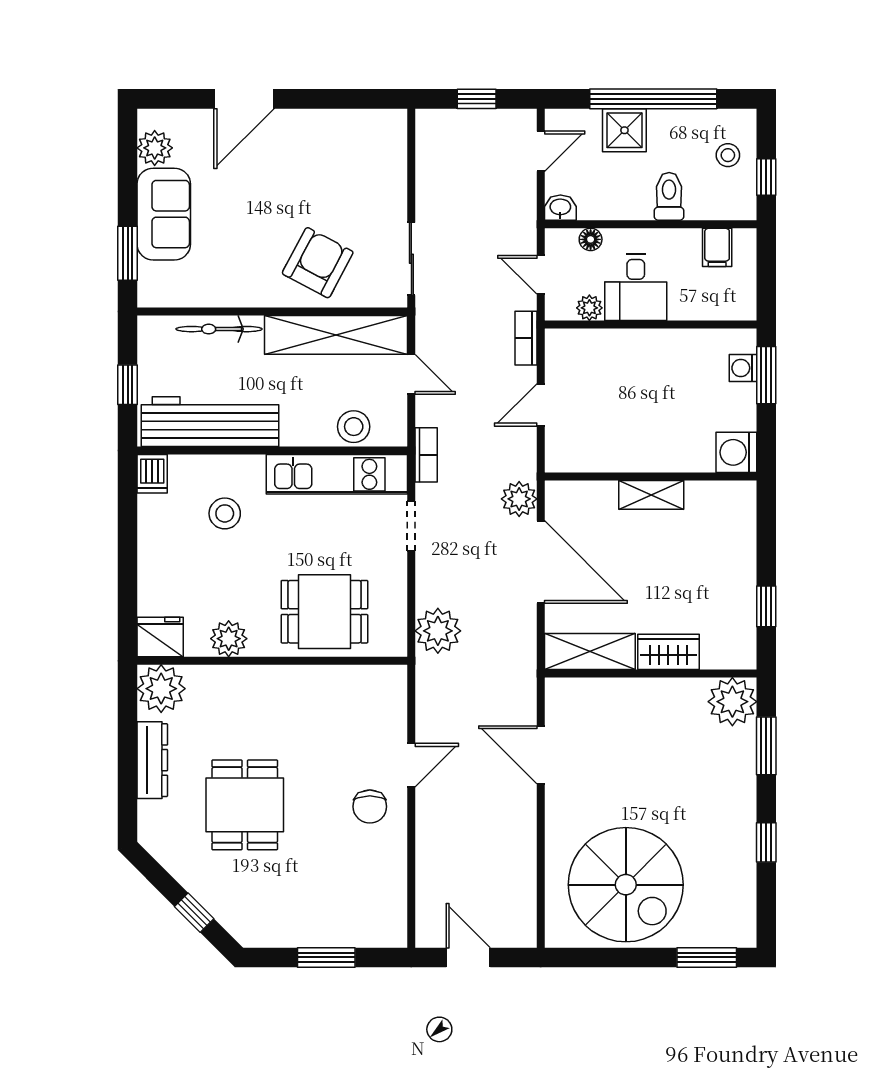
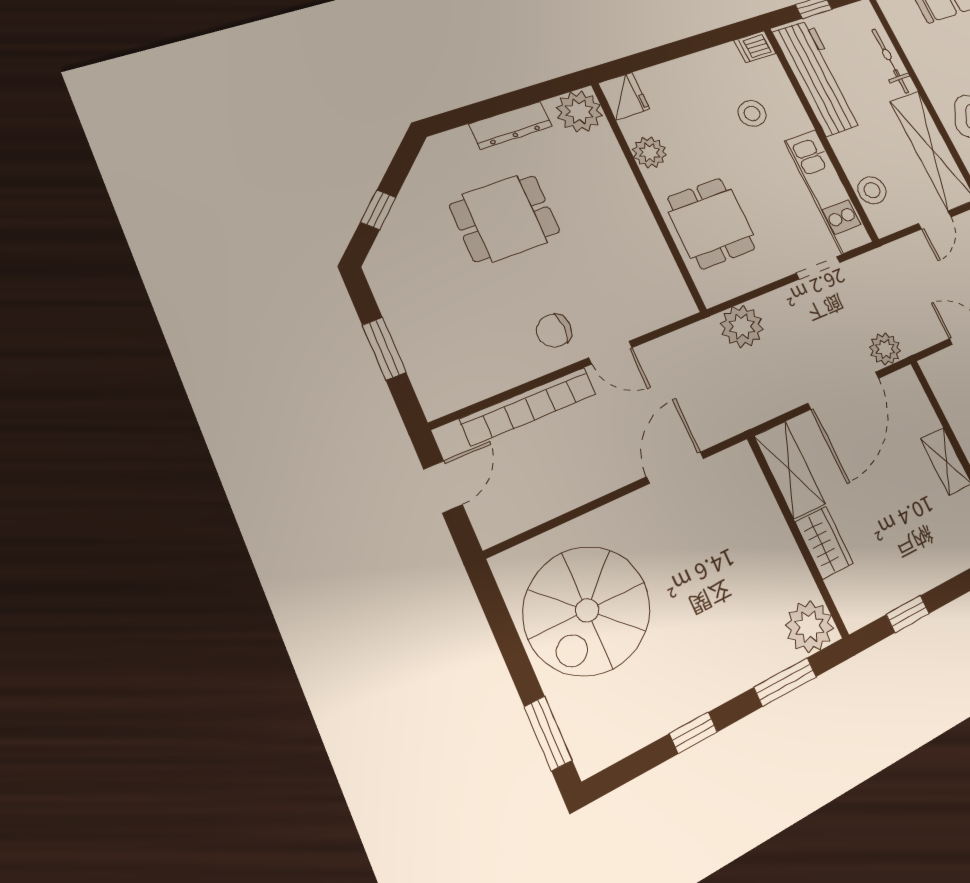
bookcase: (426, 455) -> (529, 406), moved, width x2.31, depth x1.31

